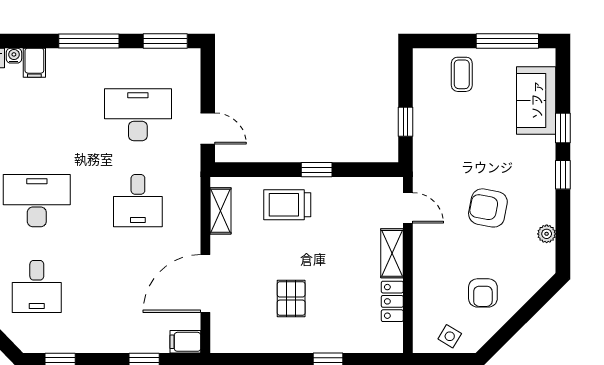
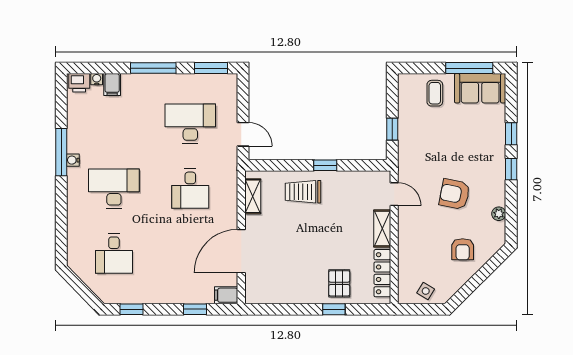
sofa: (536, 100) -> (480, 88), moved, turned -90
armchair: (483, 293) -> (463, 249), moved
pallet: (291, 299) -> (339, 283), moved
locker: (392, 301) -> (382, 273), width x1.53

